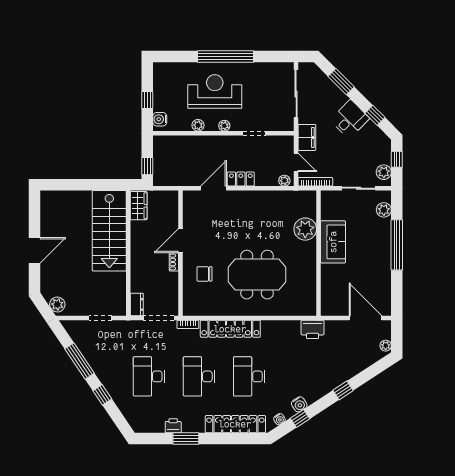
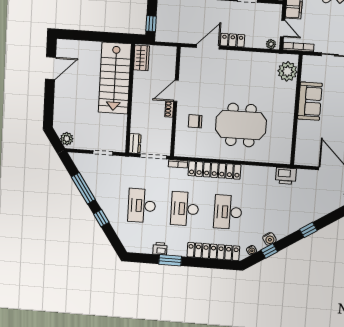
plant: (305, 229) -> (287, 71), moved
door: (34, 250) -> (50, 68), moved

